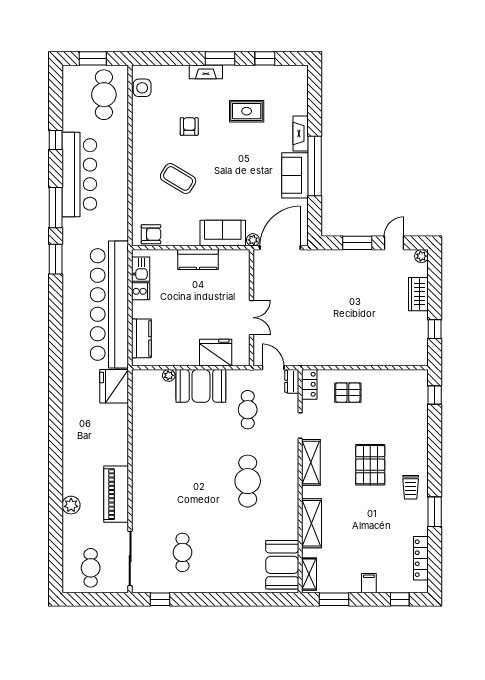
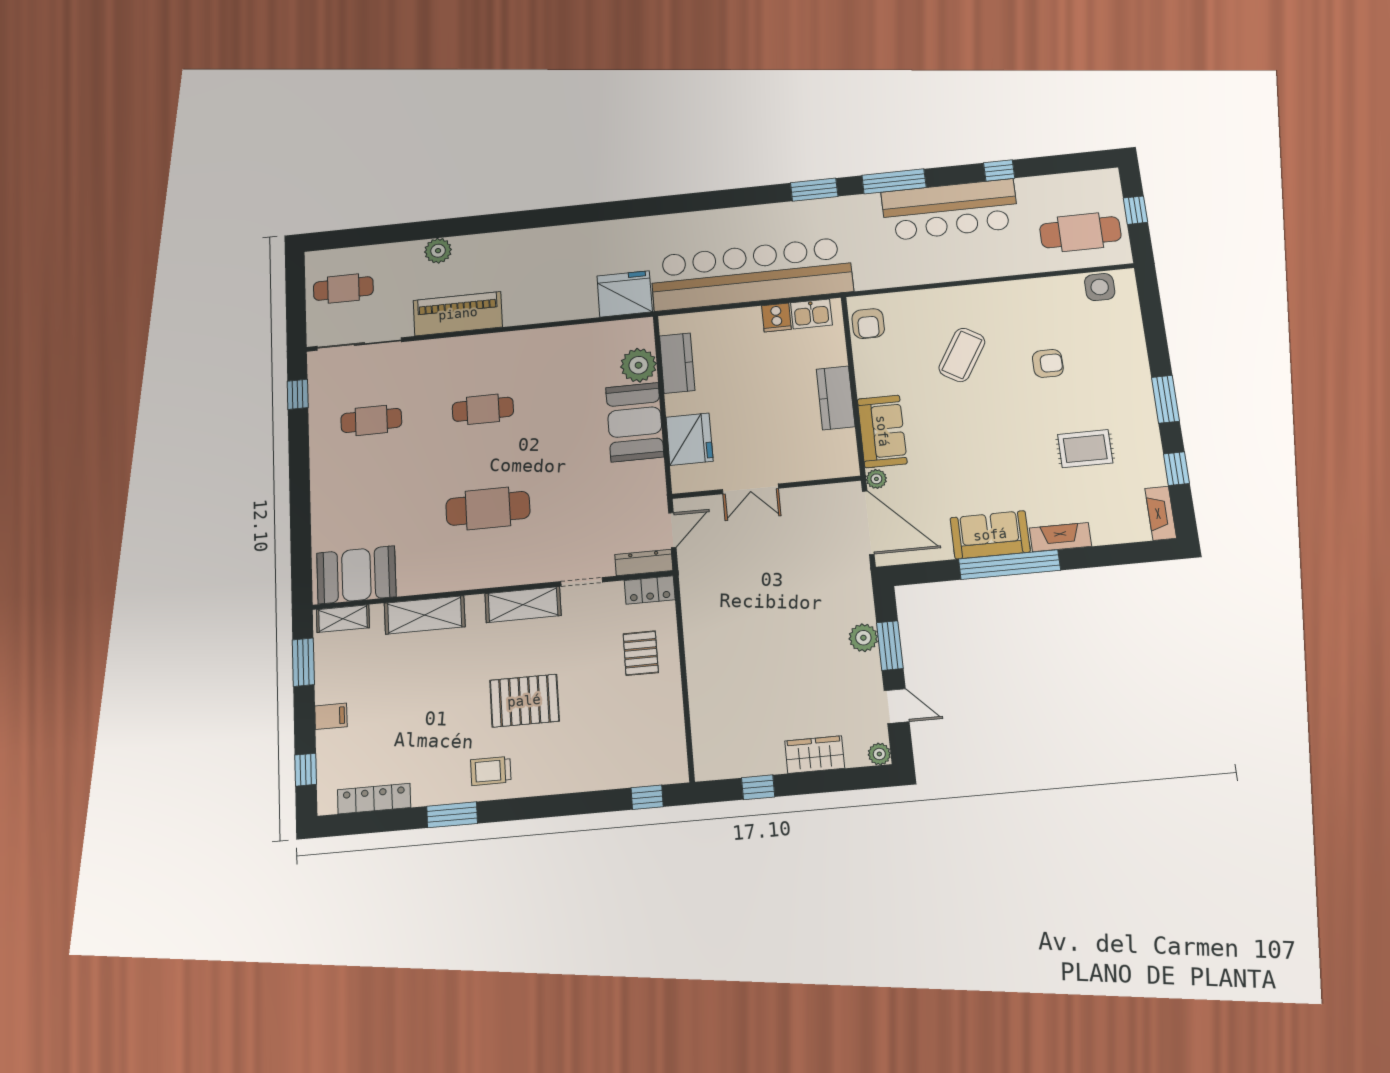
window: (93, 58) -> (1135, 210), width x0.67
fireplace: (206, 72) -> (1161, 513), moved
rug: (247, 111) -> (1085, 449), turned 90
plant: (351, 258) -> (863, 638), added
kitchen counter: (141, 338) -> (677, 363), moved, turned -90
plant: (169, 375) -> (639, 365), width x1.88, depth x1.88
dresser: (292, 381) -> (644, 562), width x1.44
cafe table: (248, 410) -> (483, 409), moved

